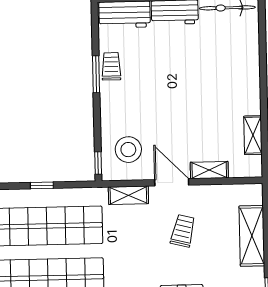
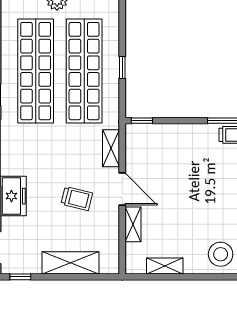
stool: (128, 150) -> (221, 254), moved
door: (172, 182) -> (122, 189), hinge flipped

